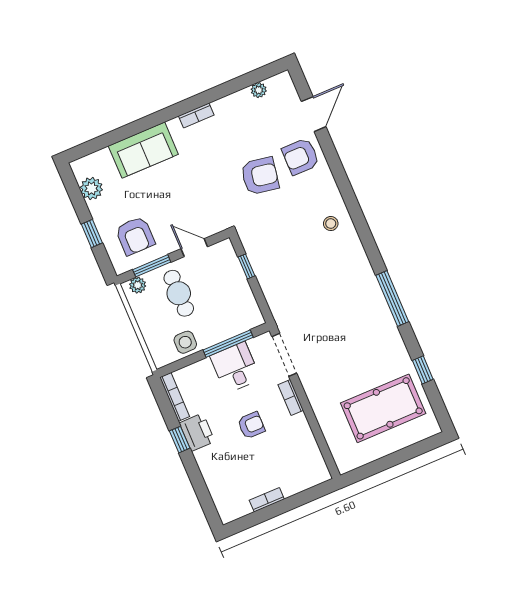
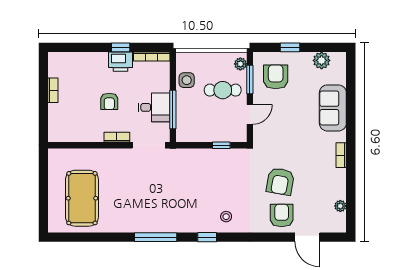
armchair: (135, 236) -> (276, 77), turned 90
window: (423, 370) -> (207, 237), moved

